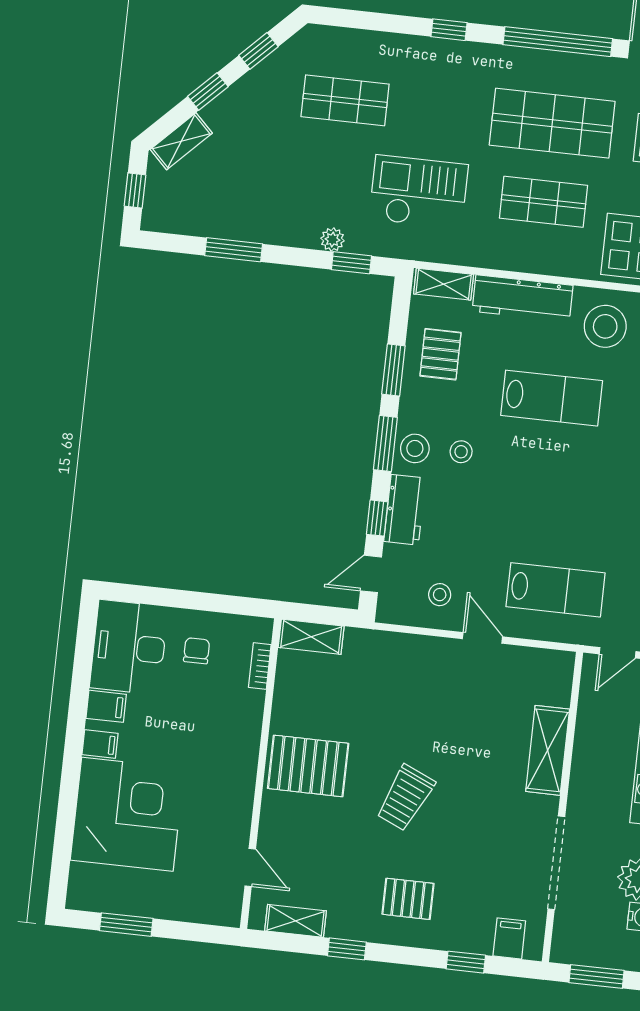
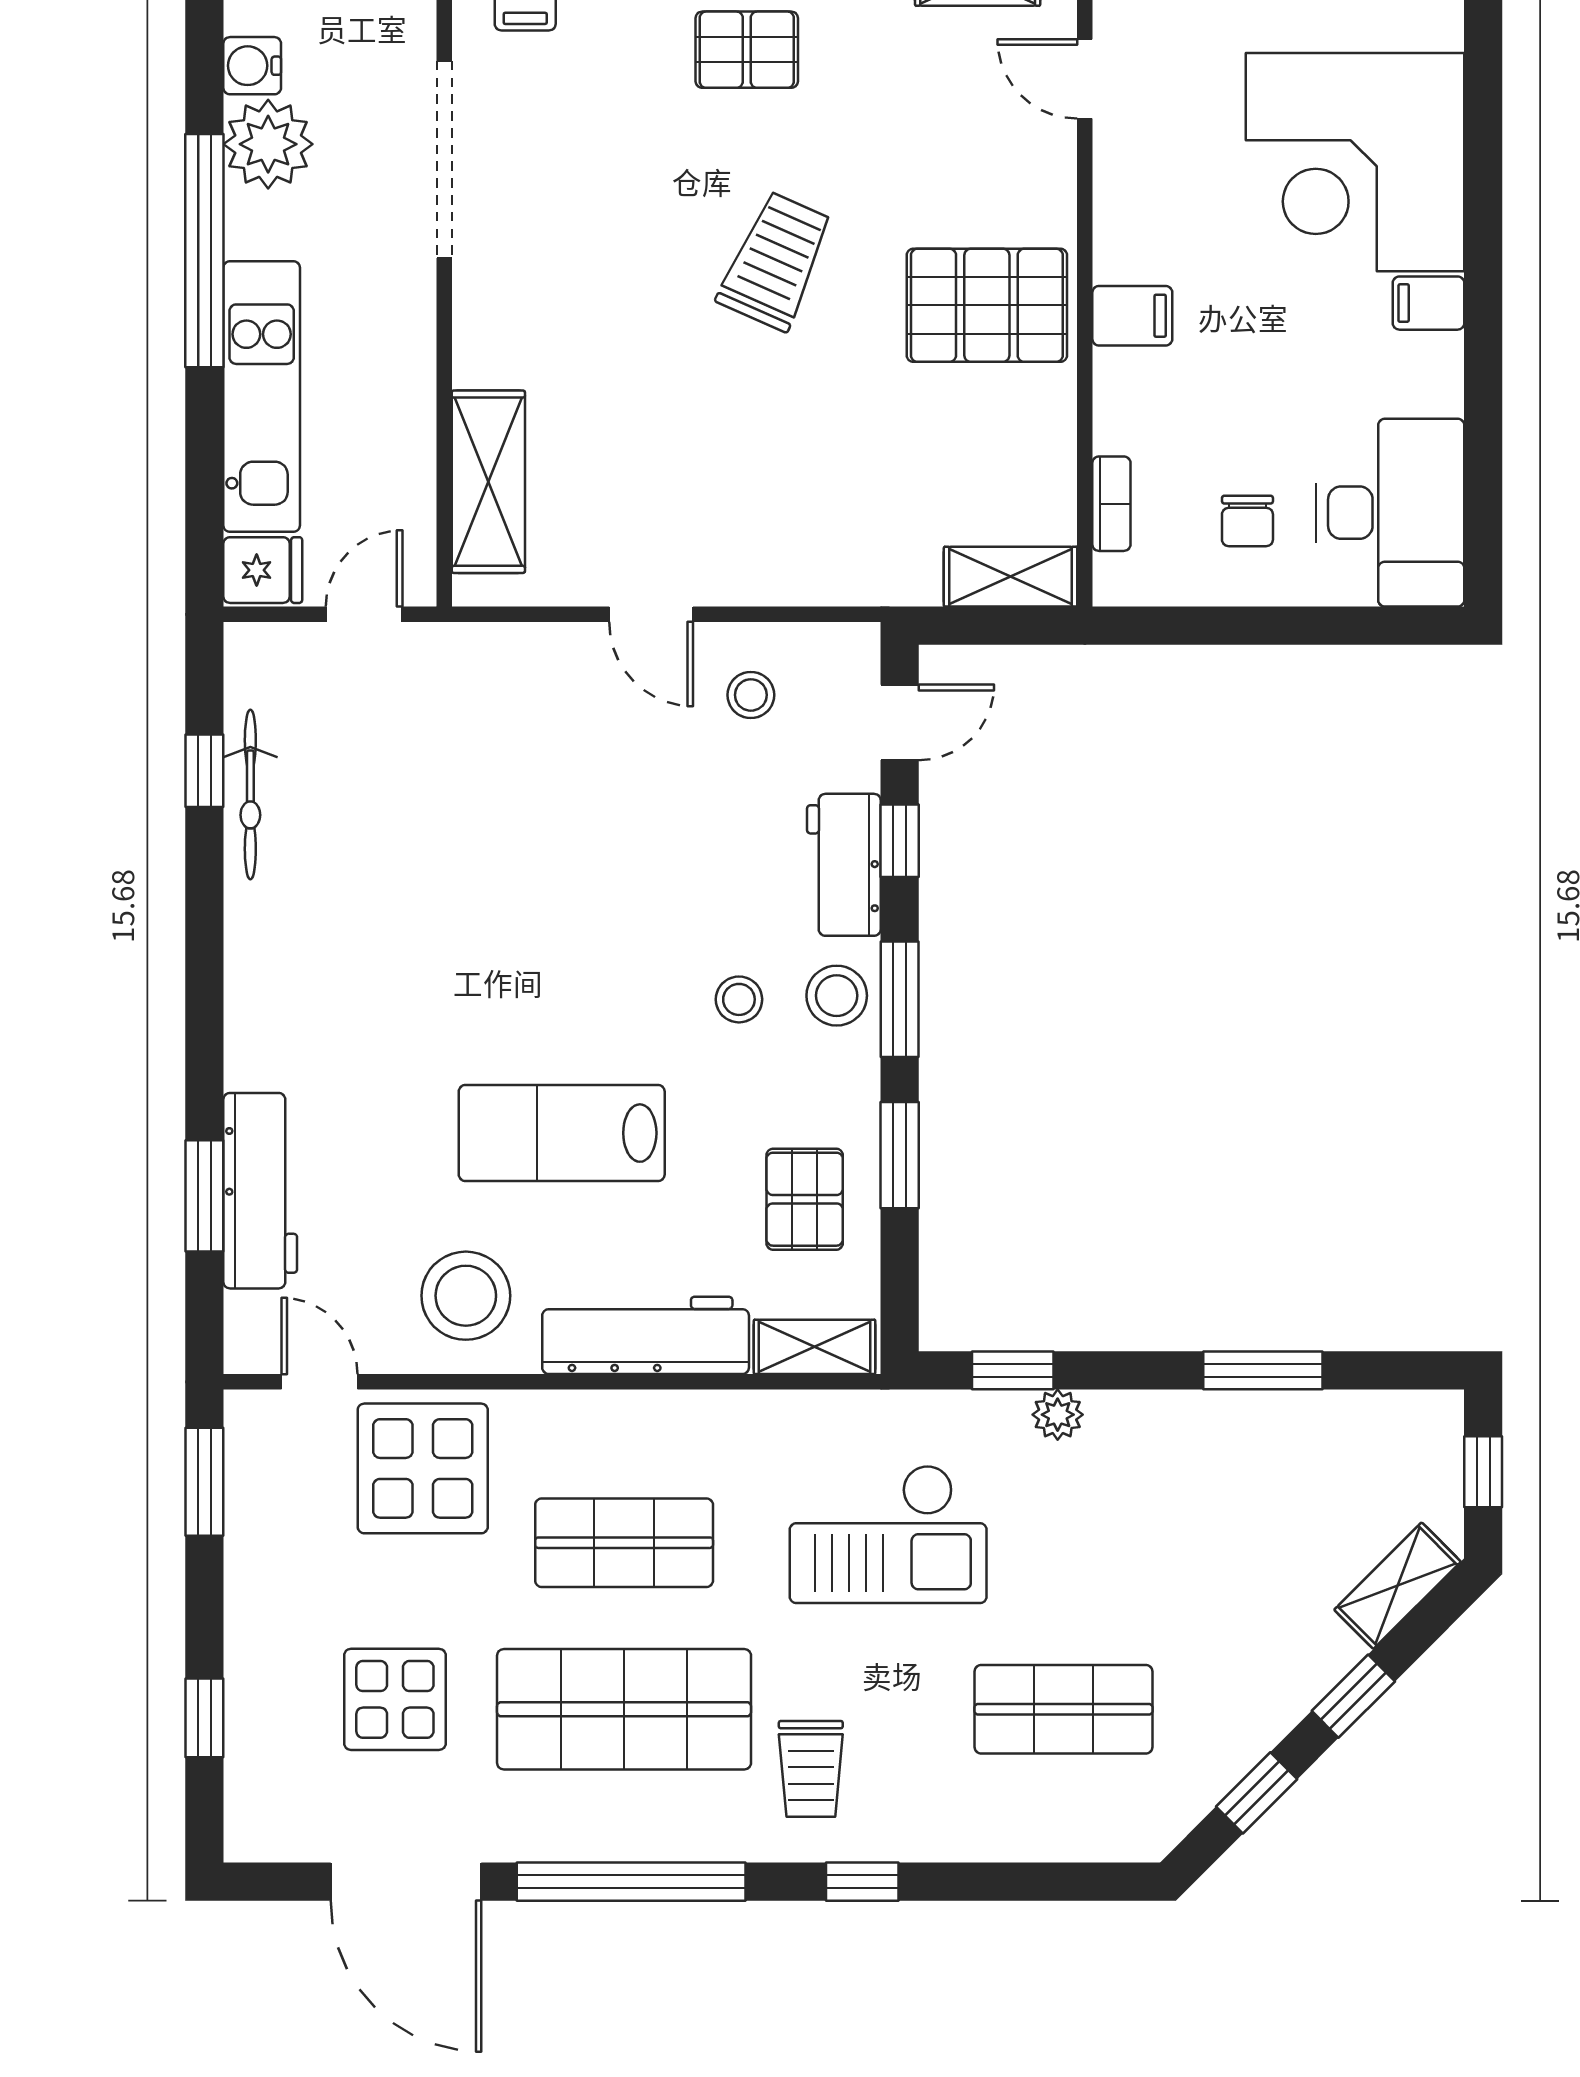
trolley: (467, 85) -> (811, 1769), added
lab bench: (556, 590) -> (509, 732), removed
filing cabinet: (106, 706) -> (1132, 316), moved, turned 180
shelving: (548, 750) -> (488, 482), moved

